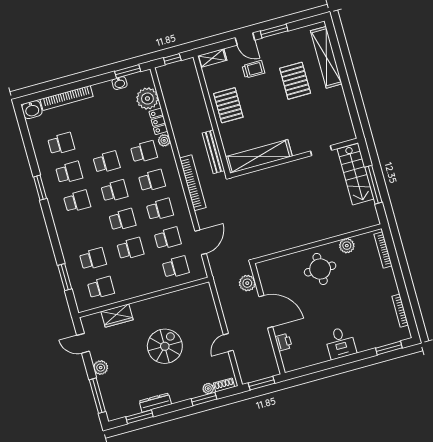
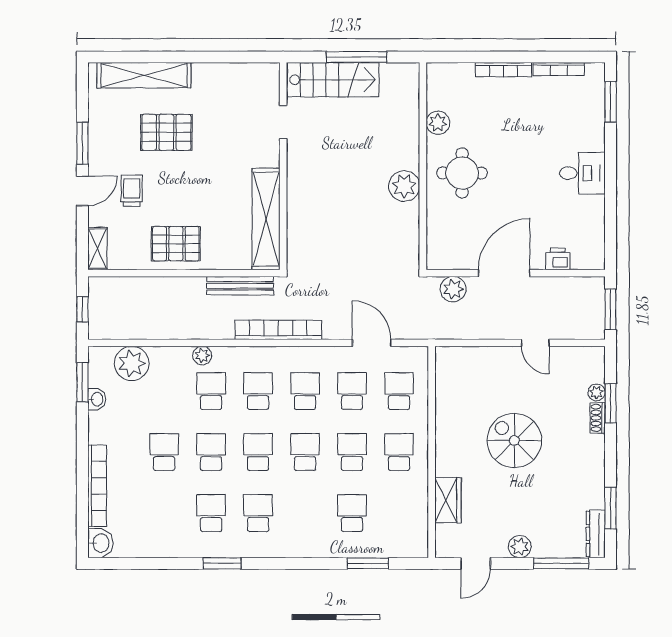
locker: (158, 121) -> (171, 356), removed
school desk: (61, 144) -> (164, 452), moved
plant: (302, 236) -> (404, 186), added
bookcase: (383, 250) -> (503, 70), moved
school desk: (101, 288) -> (399, 452), moved
shoe rack: (224, 385) -> (598, 418), moved
dresser: (155, 403) -> (596, 534), moved

